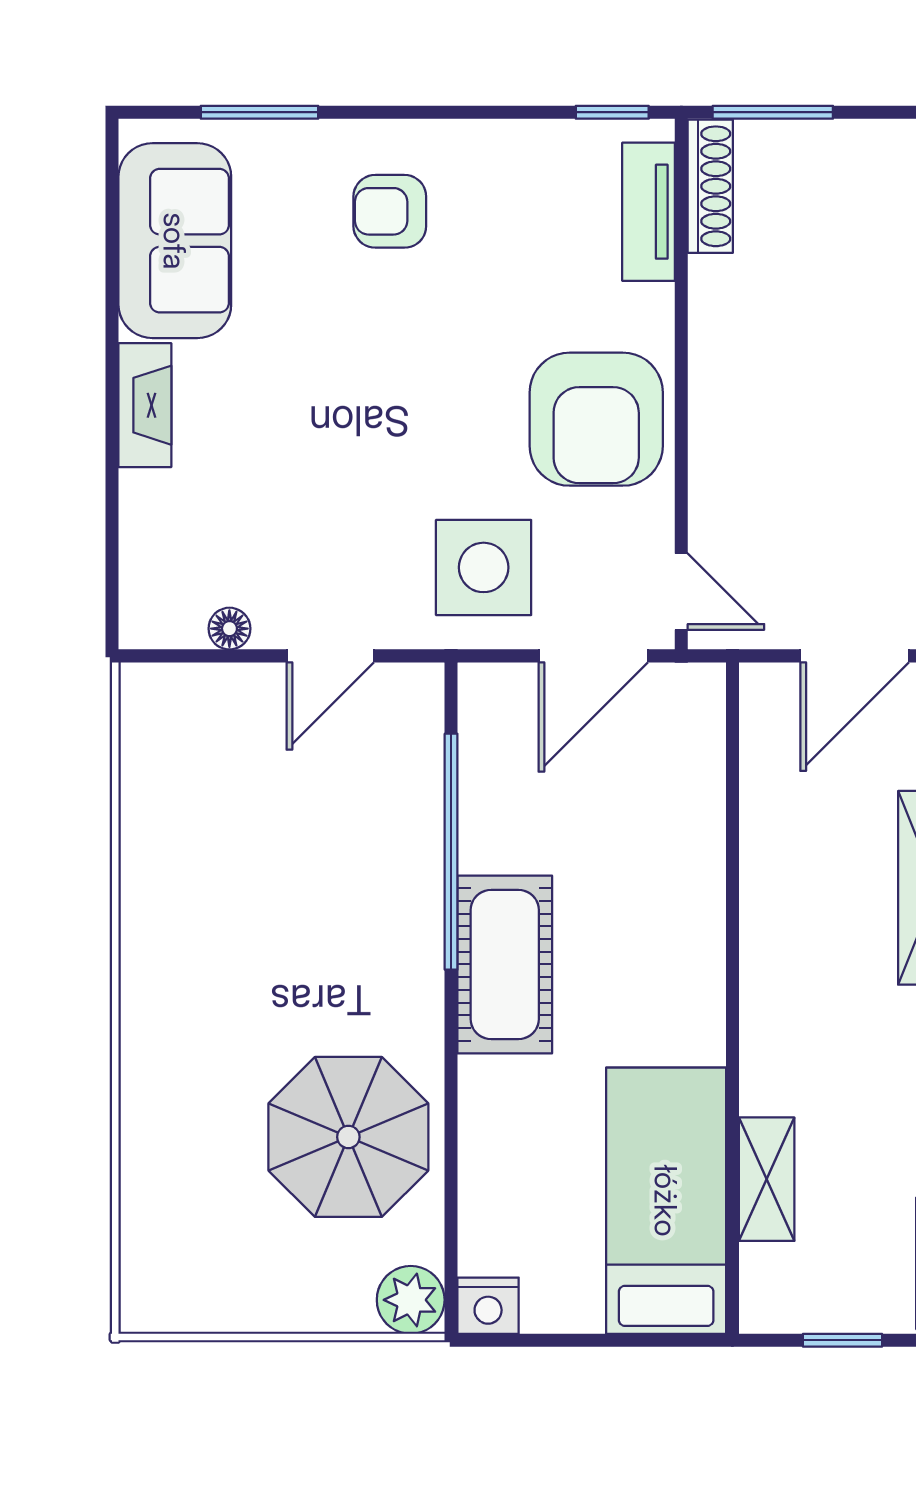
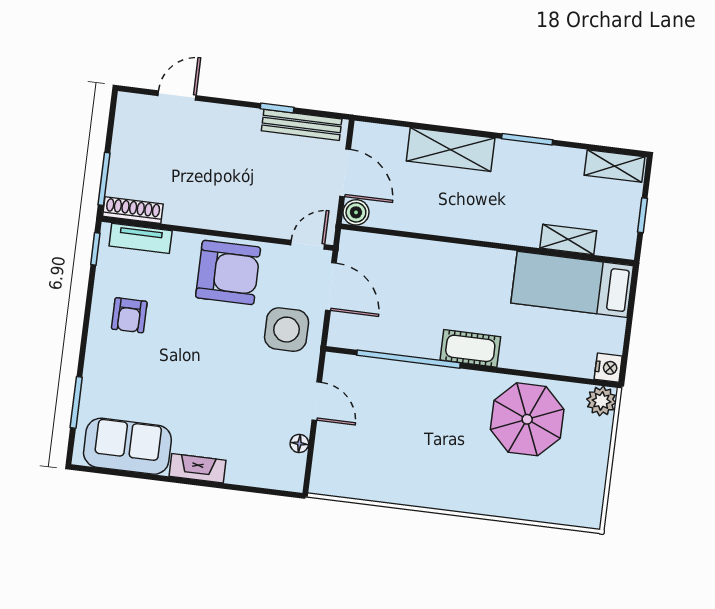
armchair: (390, 211) -> (129, 315), moved
boiler: (768, 692) -> (356, 212), added
cot: (505, 964) -> (470, 348), width x0.73, depth x0.75

